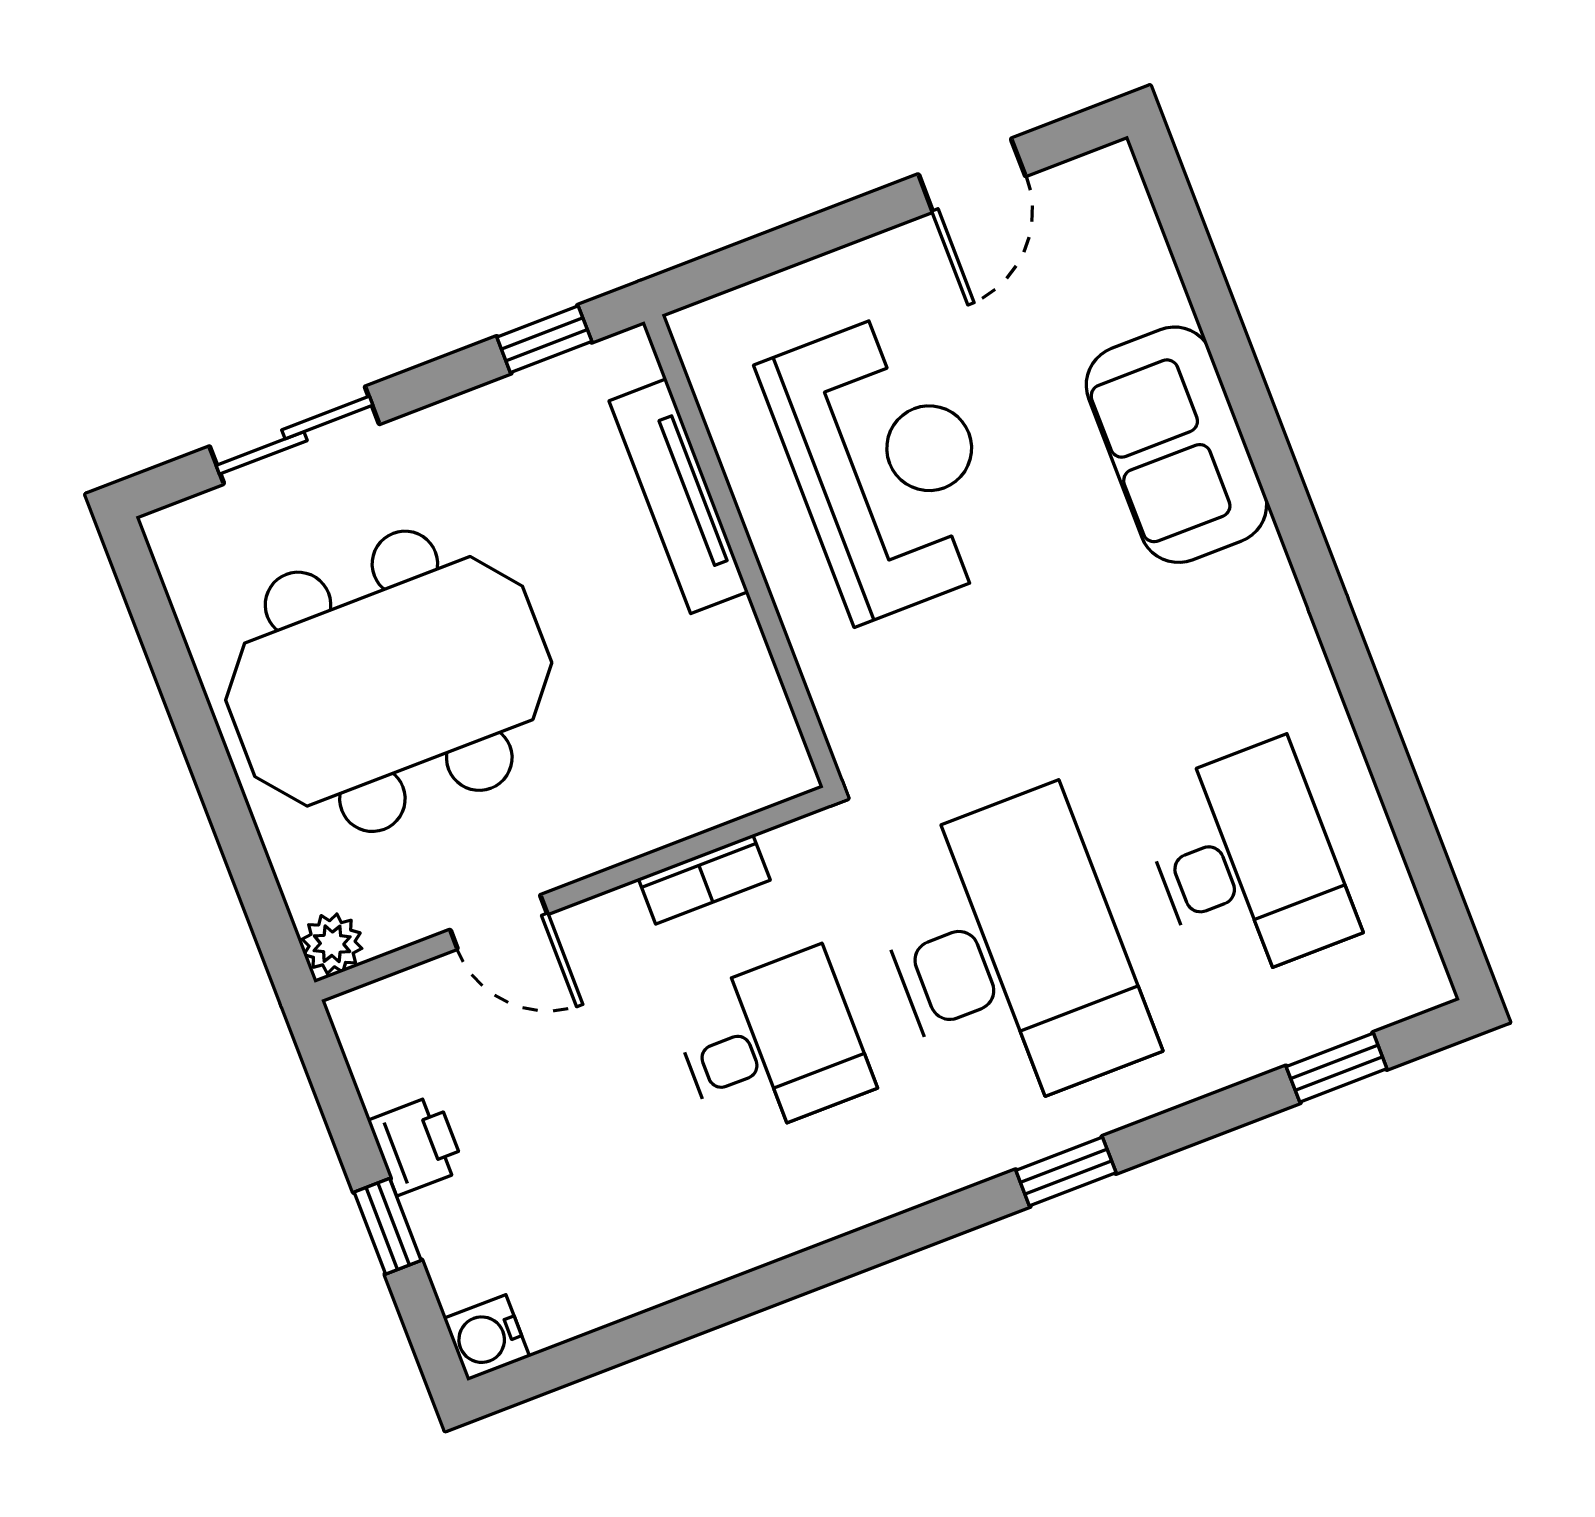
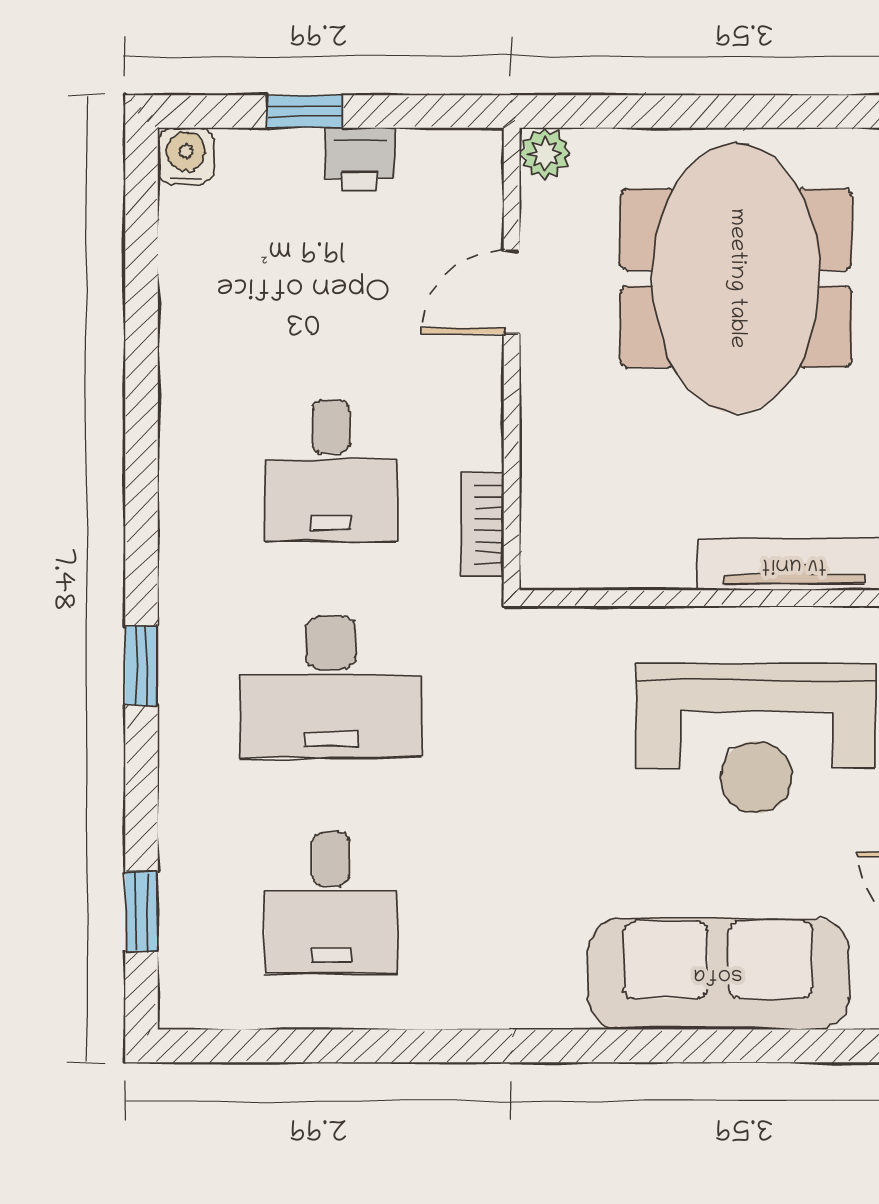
sofa: (1176, 445) -> (718, 974), width x1.36
desk: (1247, 863) -> (331, 903), width x0.73
bookcase: (704, 879) -> (483, 525), moved
desk: (1009, 954) -> (331, 687), width x0.73, depth x0.77

